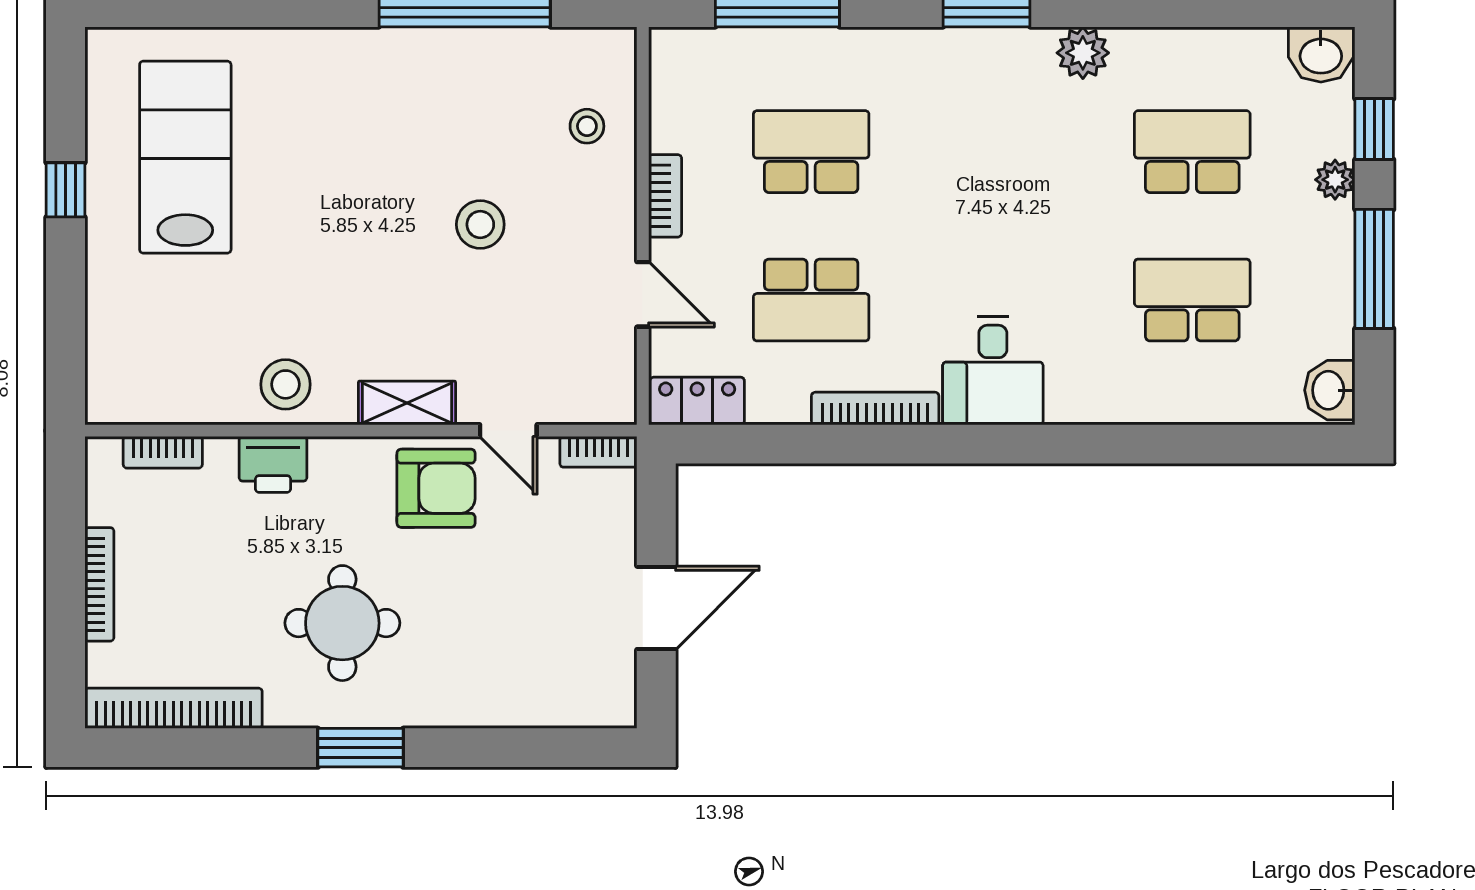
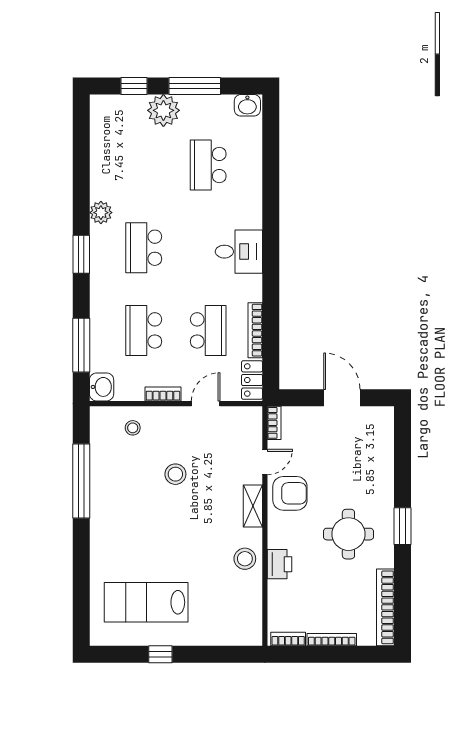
washbasin: (1321, 54) -> (102, 387), moved
school desk: (1192, 152) -> (144, 248), moved
plant: (1335, 180) -> (163, 110), width x1.87, depth x1.87
bookcase: (875, 409) -> (255, 330), moved
bookcase: (163, 452) -> (288, 639), moved, turned -90
armchair: (436, 488) -> (290, 493), turned 90

